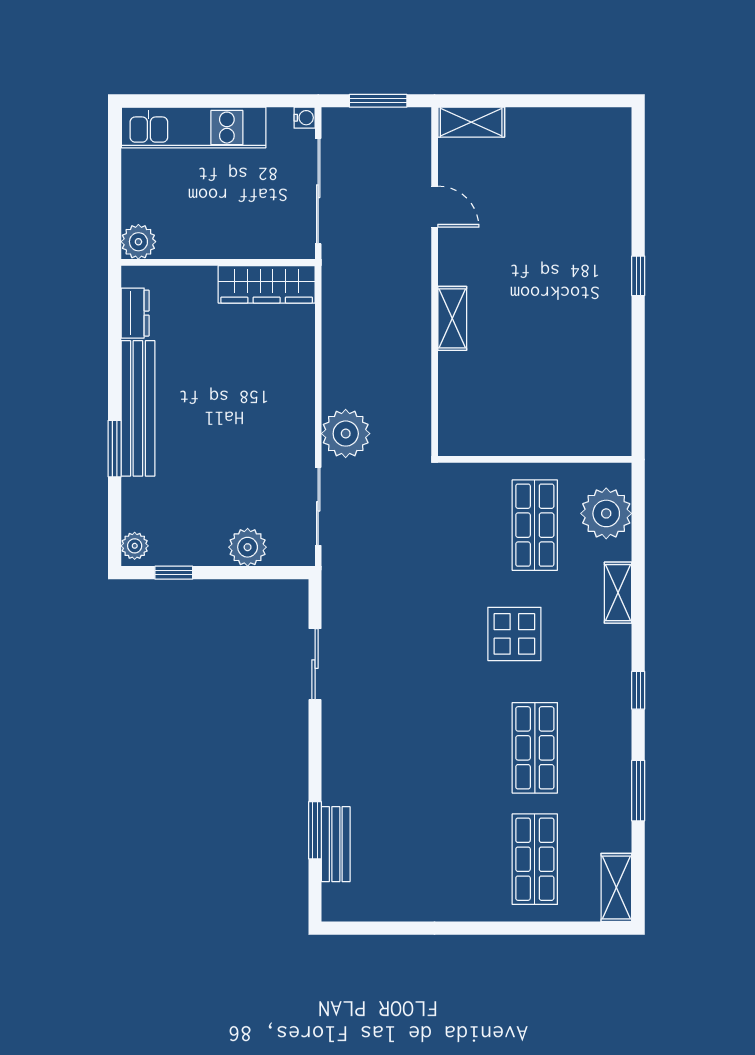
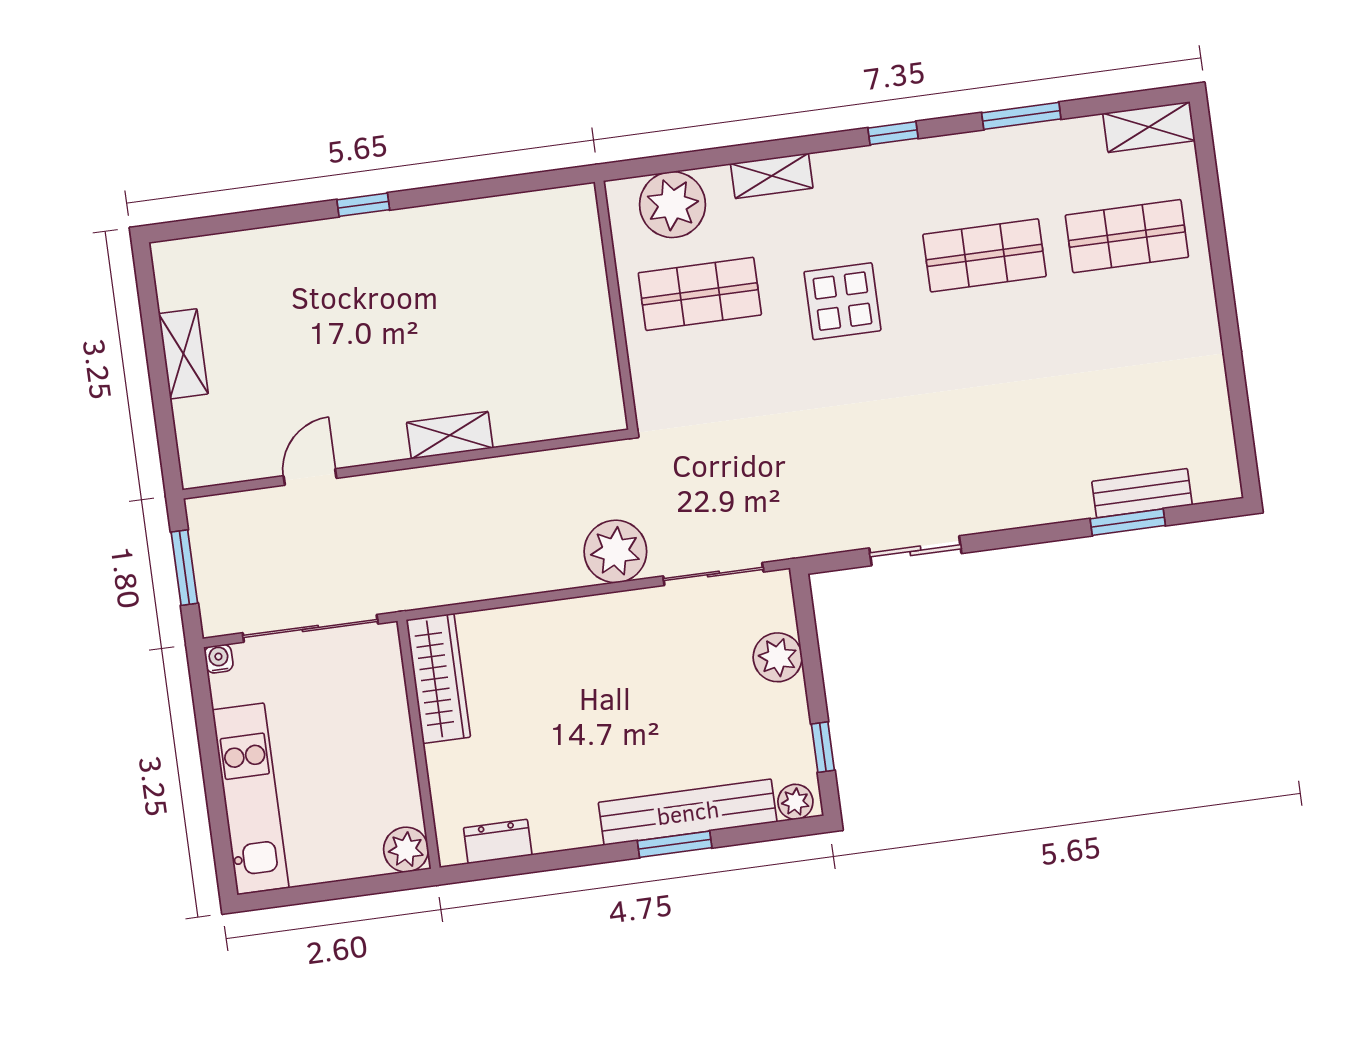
shelving: (471, 122) -> (183, 354), moved
bench: (138, 408) -> (688, 812), moved

